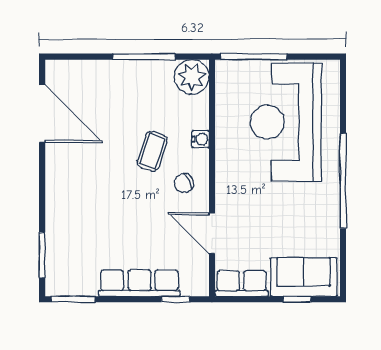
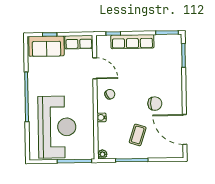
plant: (192, 77) -> (102, 154), width x0.53, depth x0.53
coffee table: (152, 151) -> (138, 135), moved
chair: (98, 164) -> (155, 104), added

